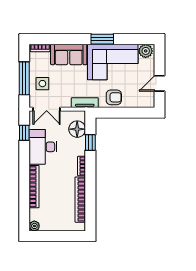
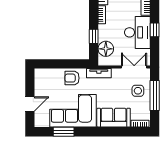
window: (102, 39) -> (64, 132), moved
plant: (146, 51) -> (43, 121), removed
door: (160, 83) -> (30, 104), moved
window: (24, 133) -> (155, 30), moved

